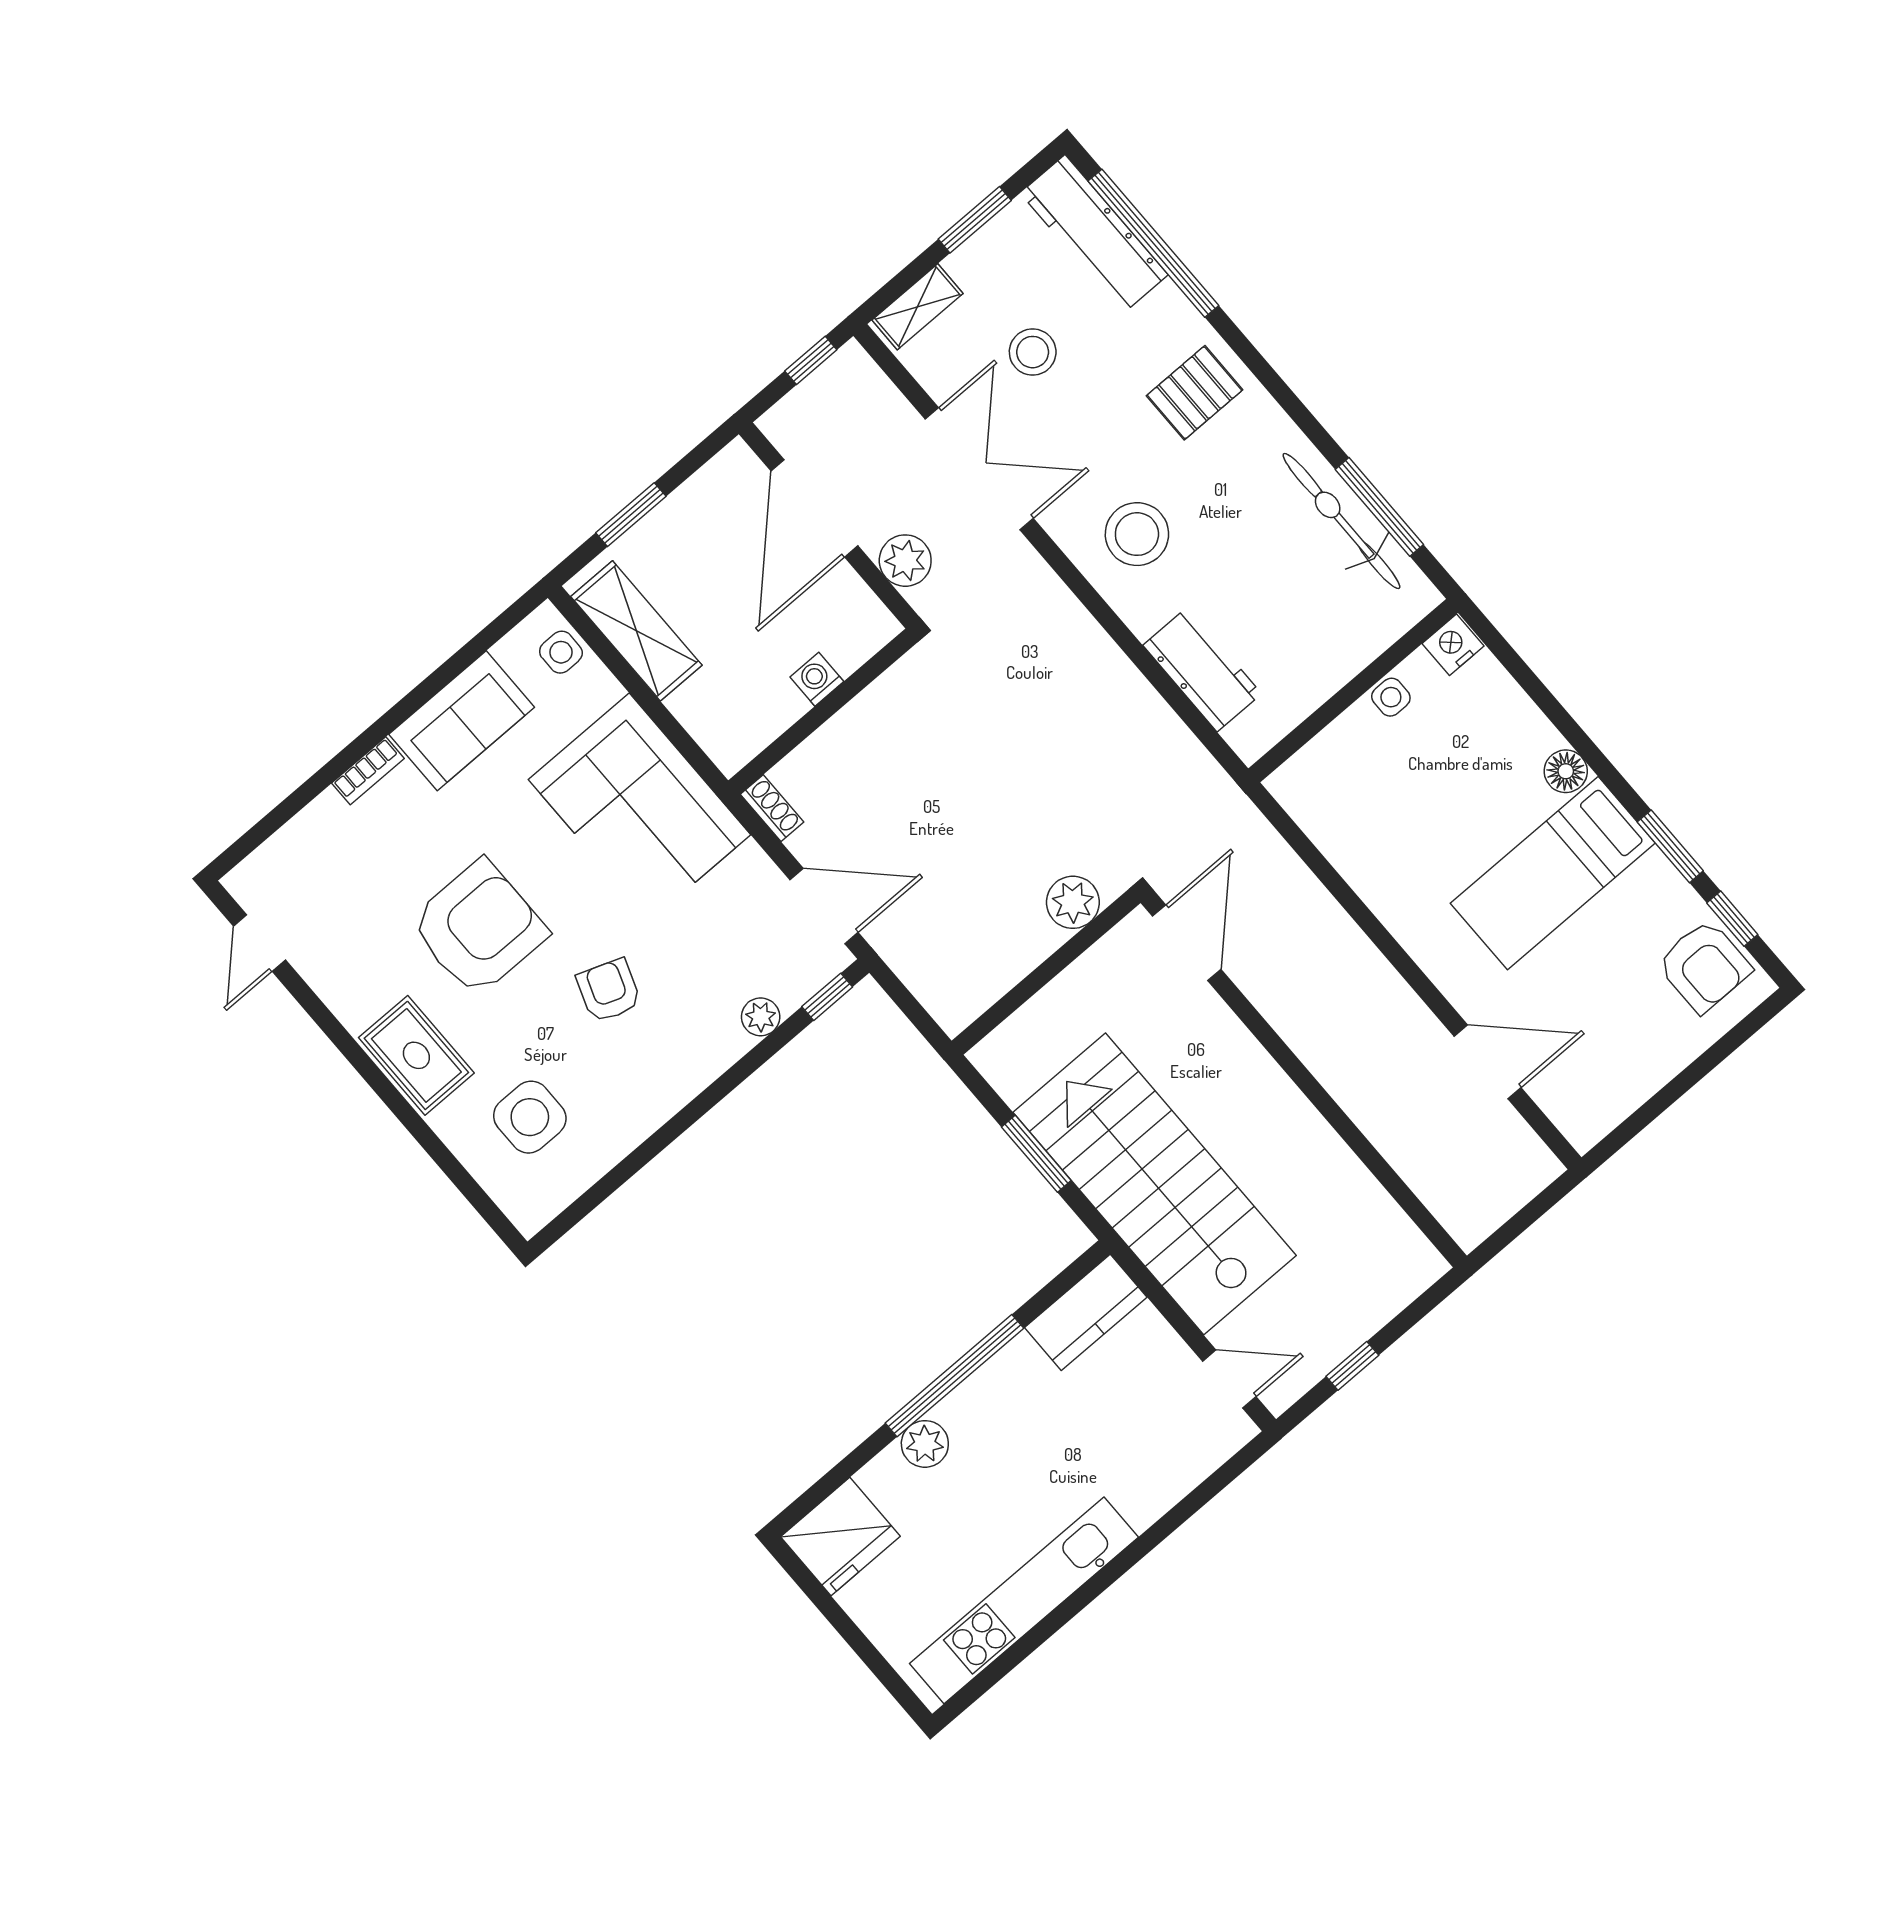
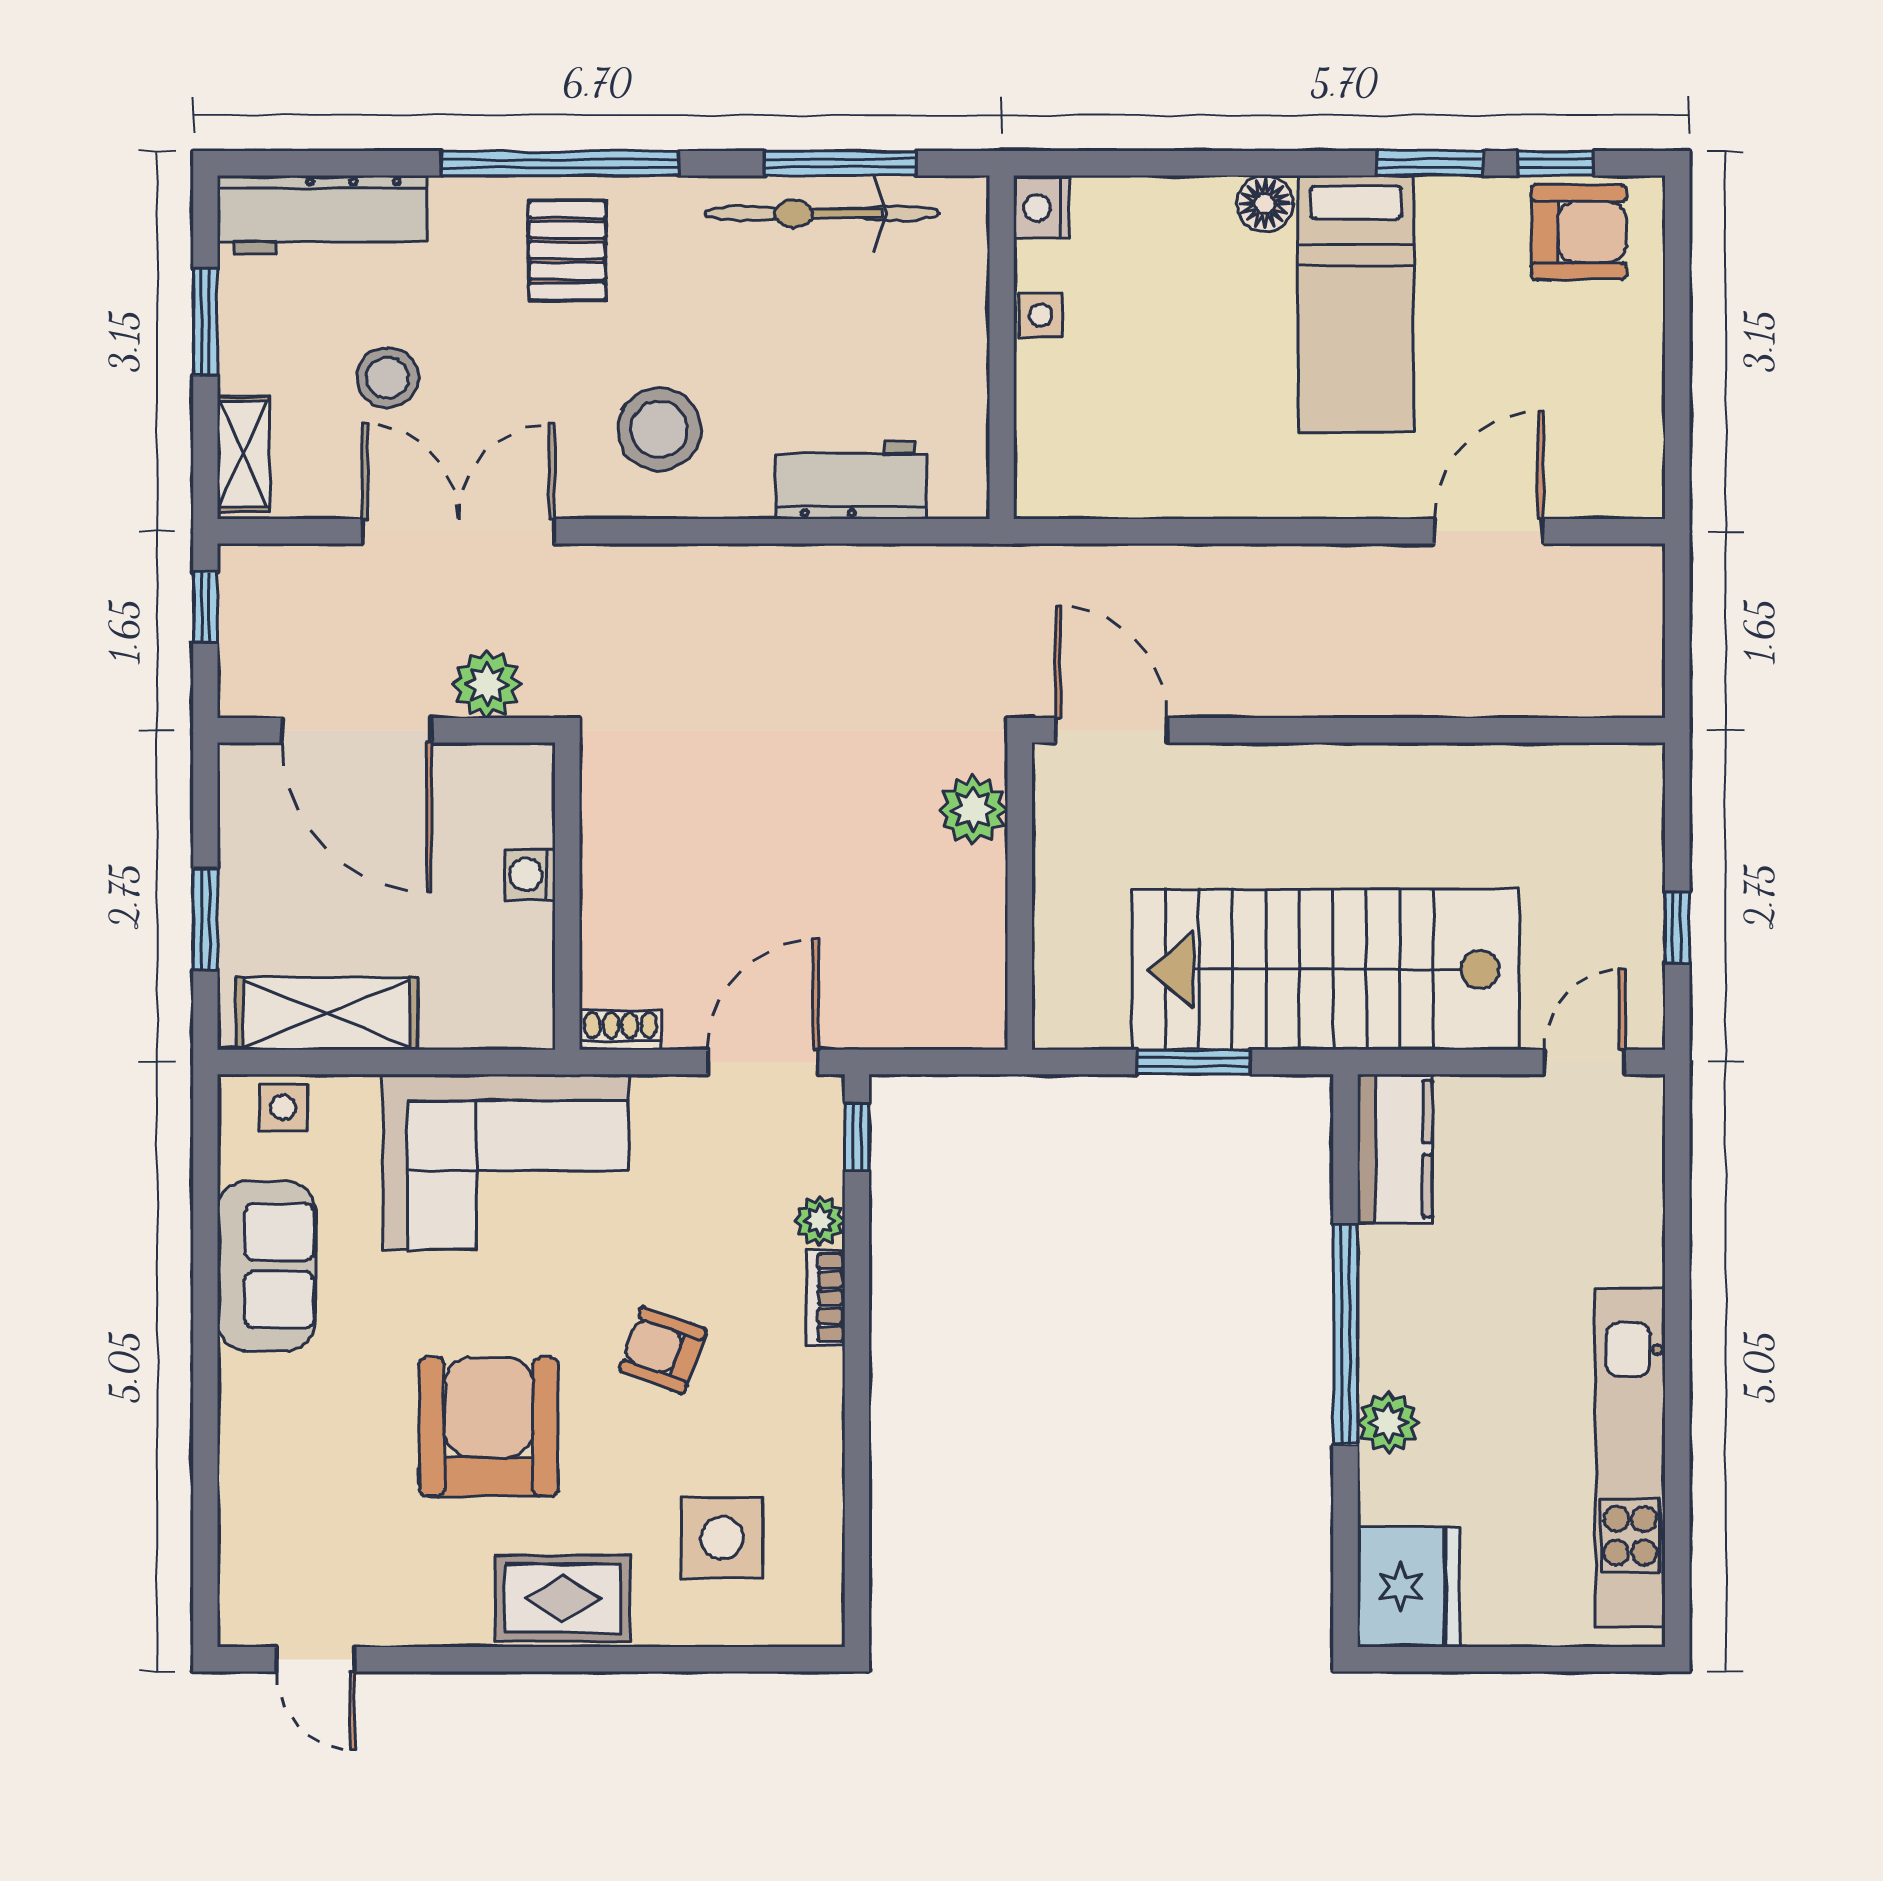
window: (1153, 243) -> (560, 163), moved
bookcase: (368, 771) -> (826, 1298), moved, turned 180

